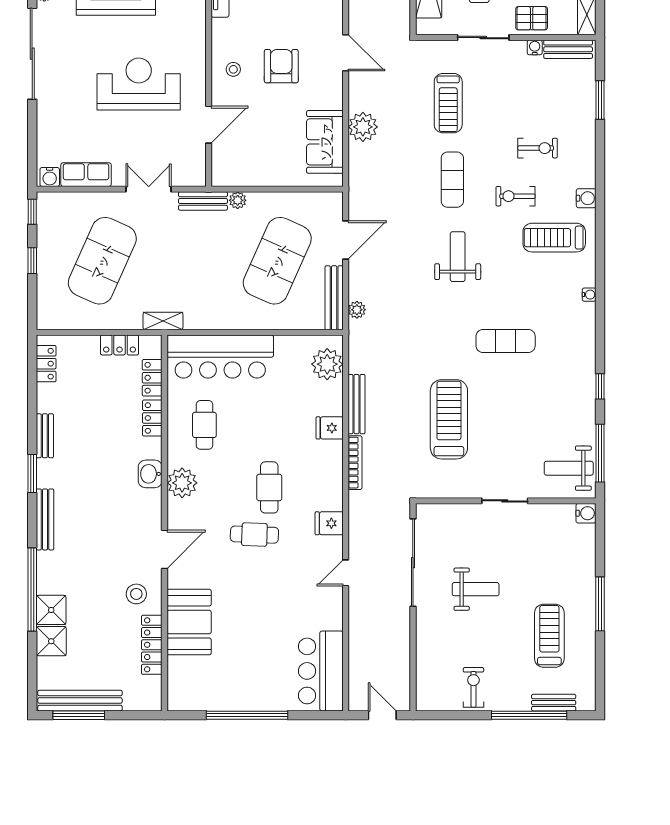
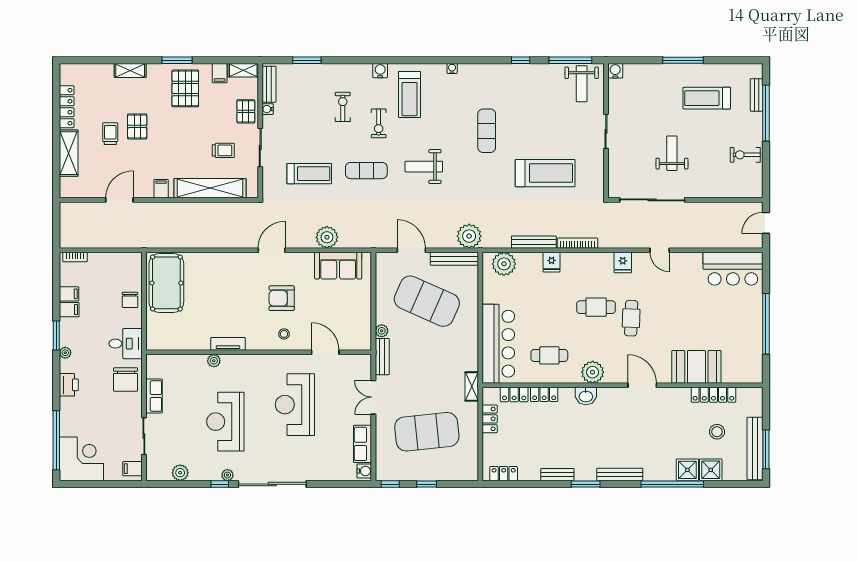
exercise mat: (102, 261) -> (427, 432), turned -30
plant: (357, 310) -> (469, 236), width x1.88, depth x1.88
treadmill: (449, 419) -> (545, 173), turned 180
stool: (136, 594) -> (717, 432), moved

